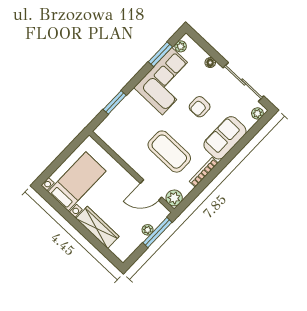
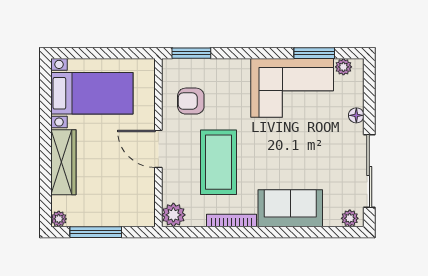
window: (115, 102) -> (191, 53), moved
armchair: (200, 107) -> (191, 101), moved
door: (151, 190) -> (158, 149), moved
plant: (148, 230) -> (59, 219), moved
window: (157, 232) -> (96, 232), moved

